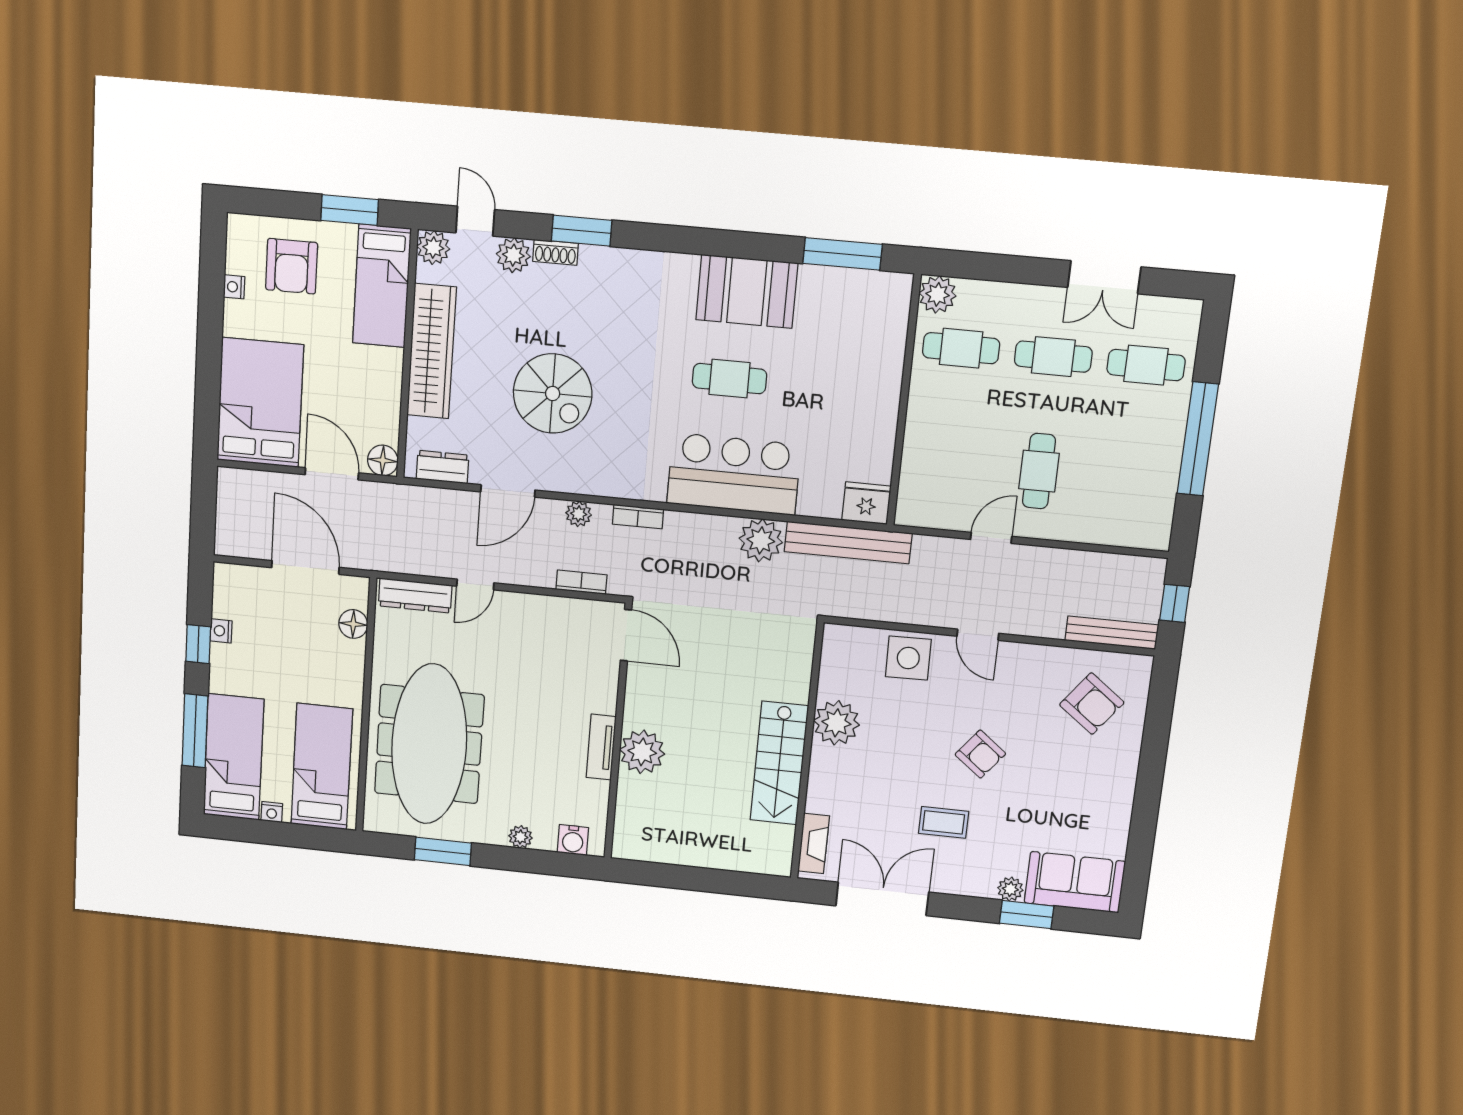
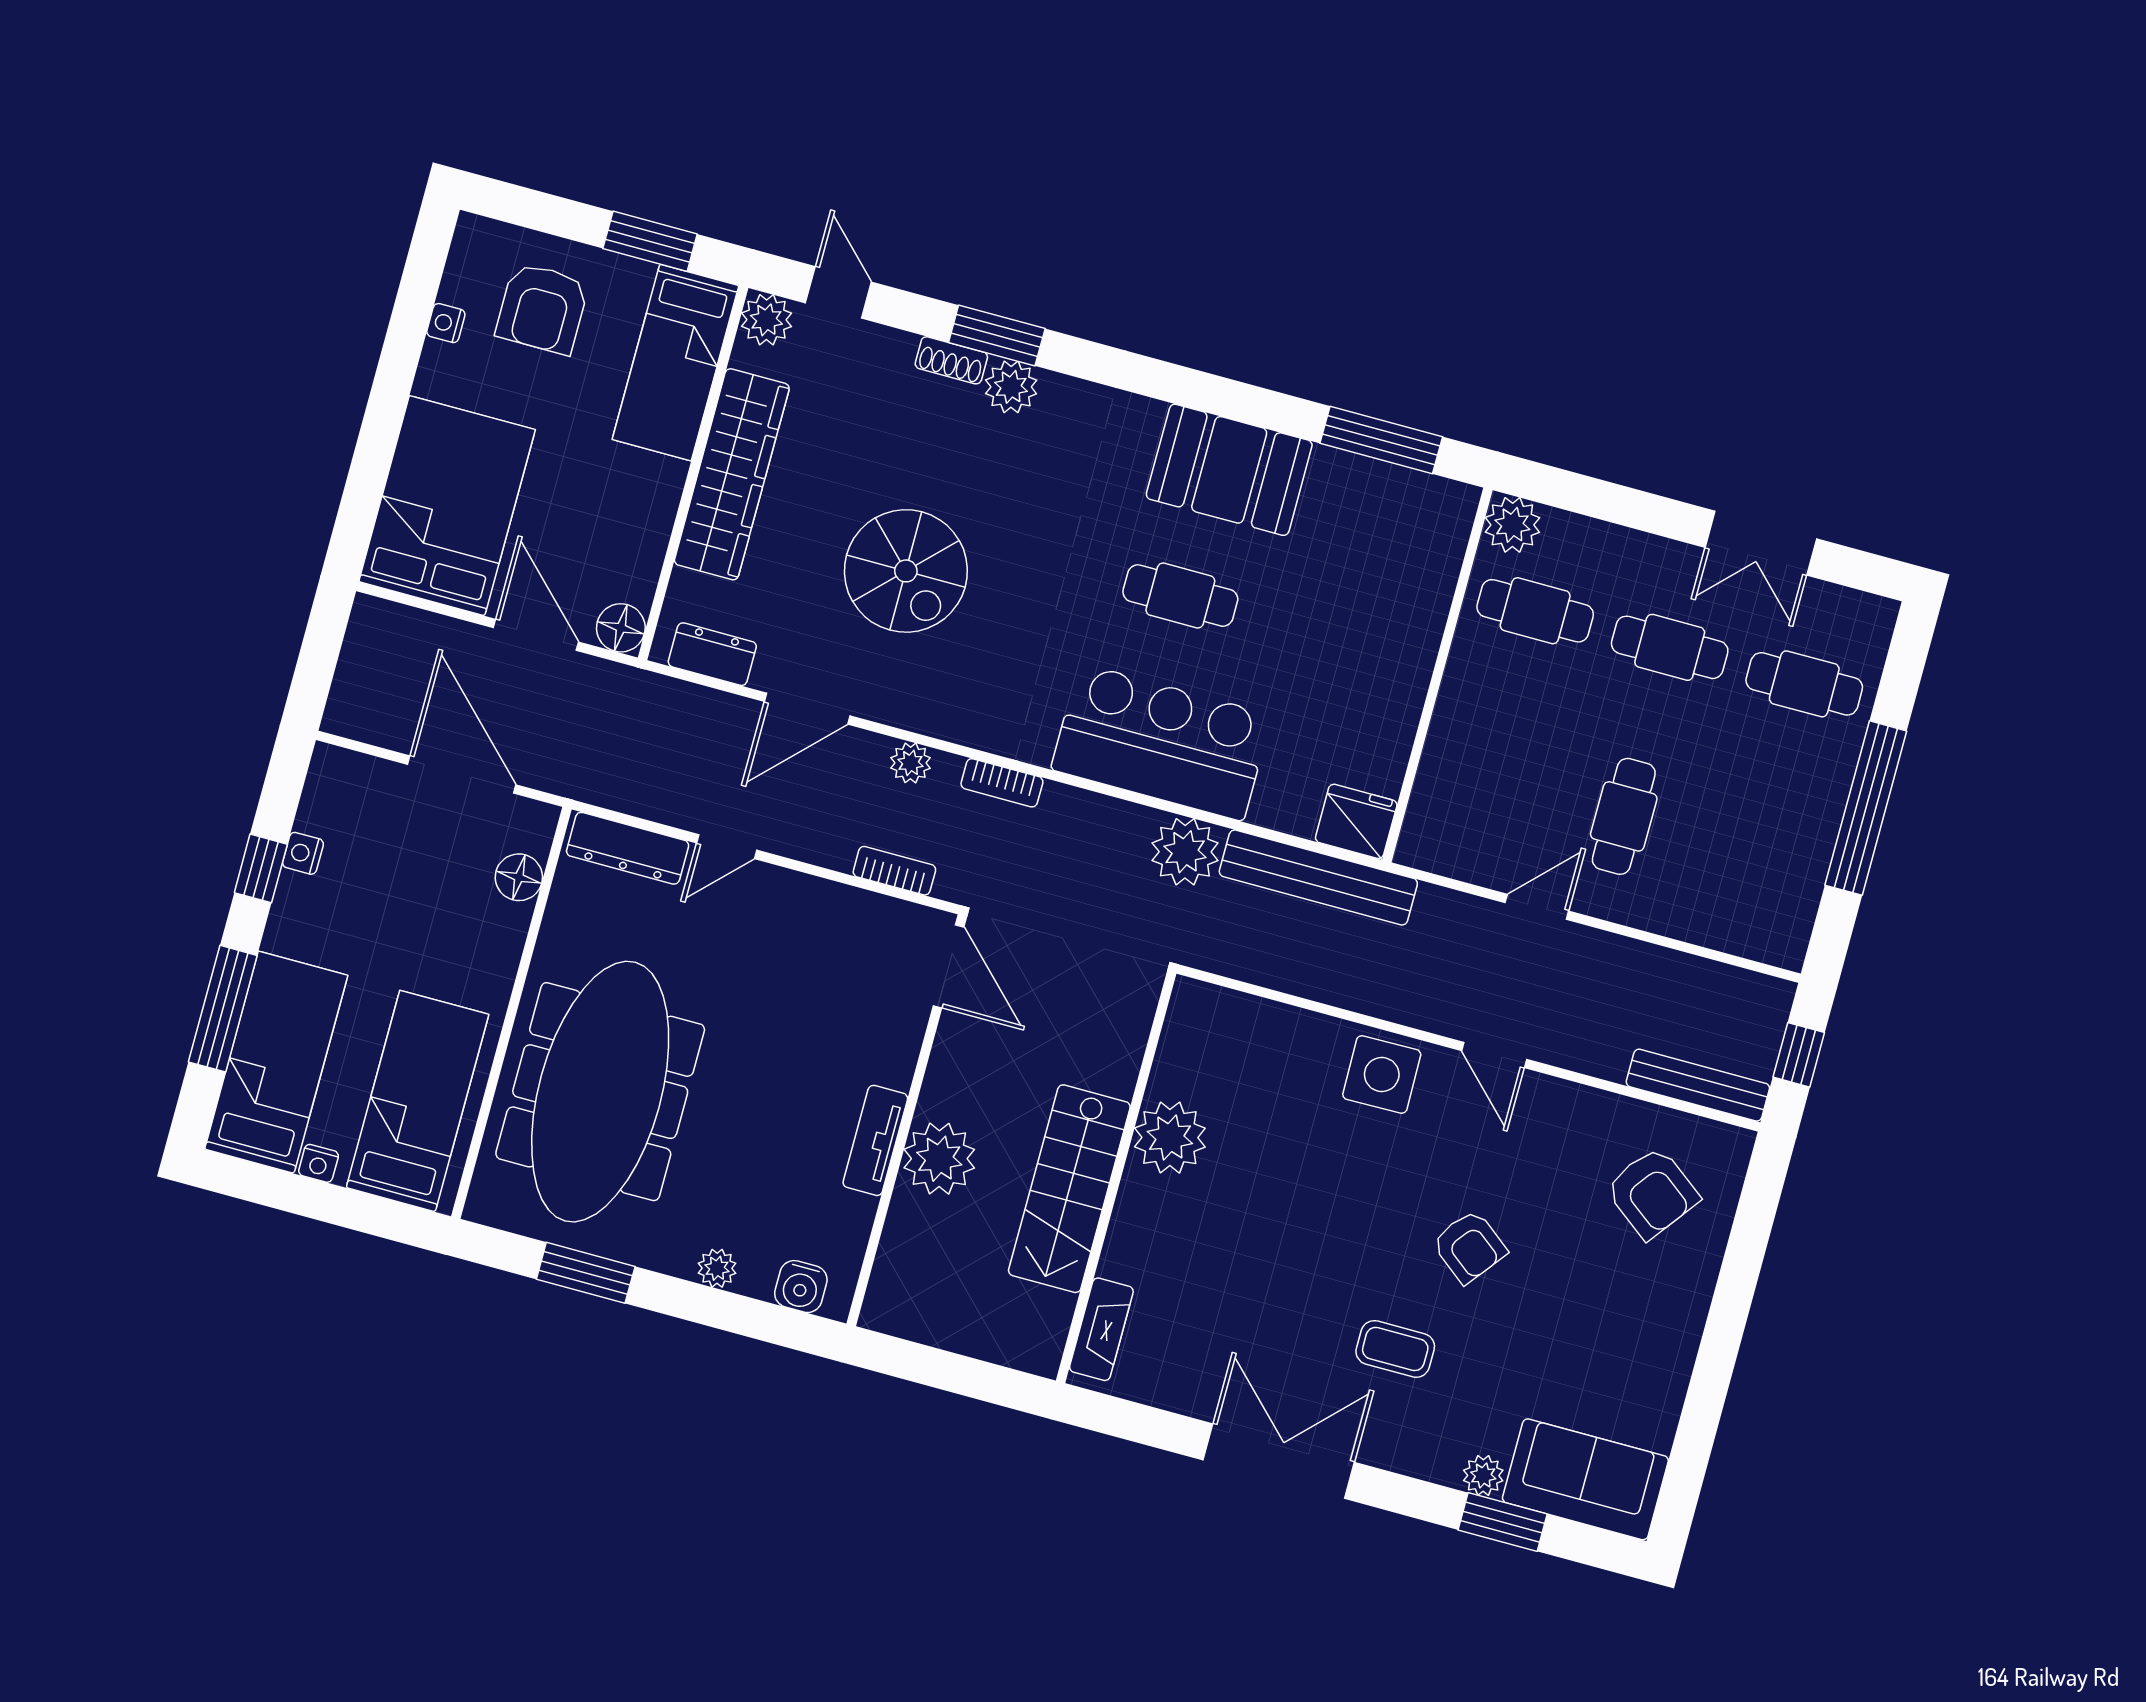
plant: (513, 255) -> (1011, 387), moved
plant: (836, 723) -> (1170, 1138), moved
wall: (807, 752) -> (1116, 1177), moved
stairs: (779, 763) -> (1069, 1189), moved
fireplace: (814, 843) -> (1101, 1329), moved

